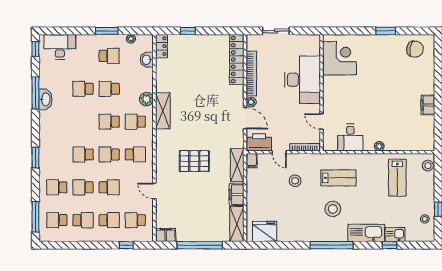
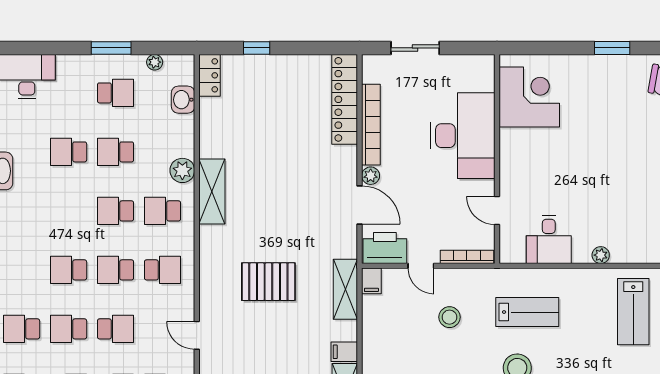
filing cabinet: (237, 195) -> (344, 352), width x0.50

